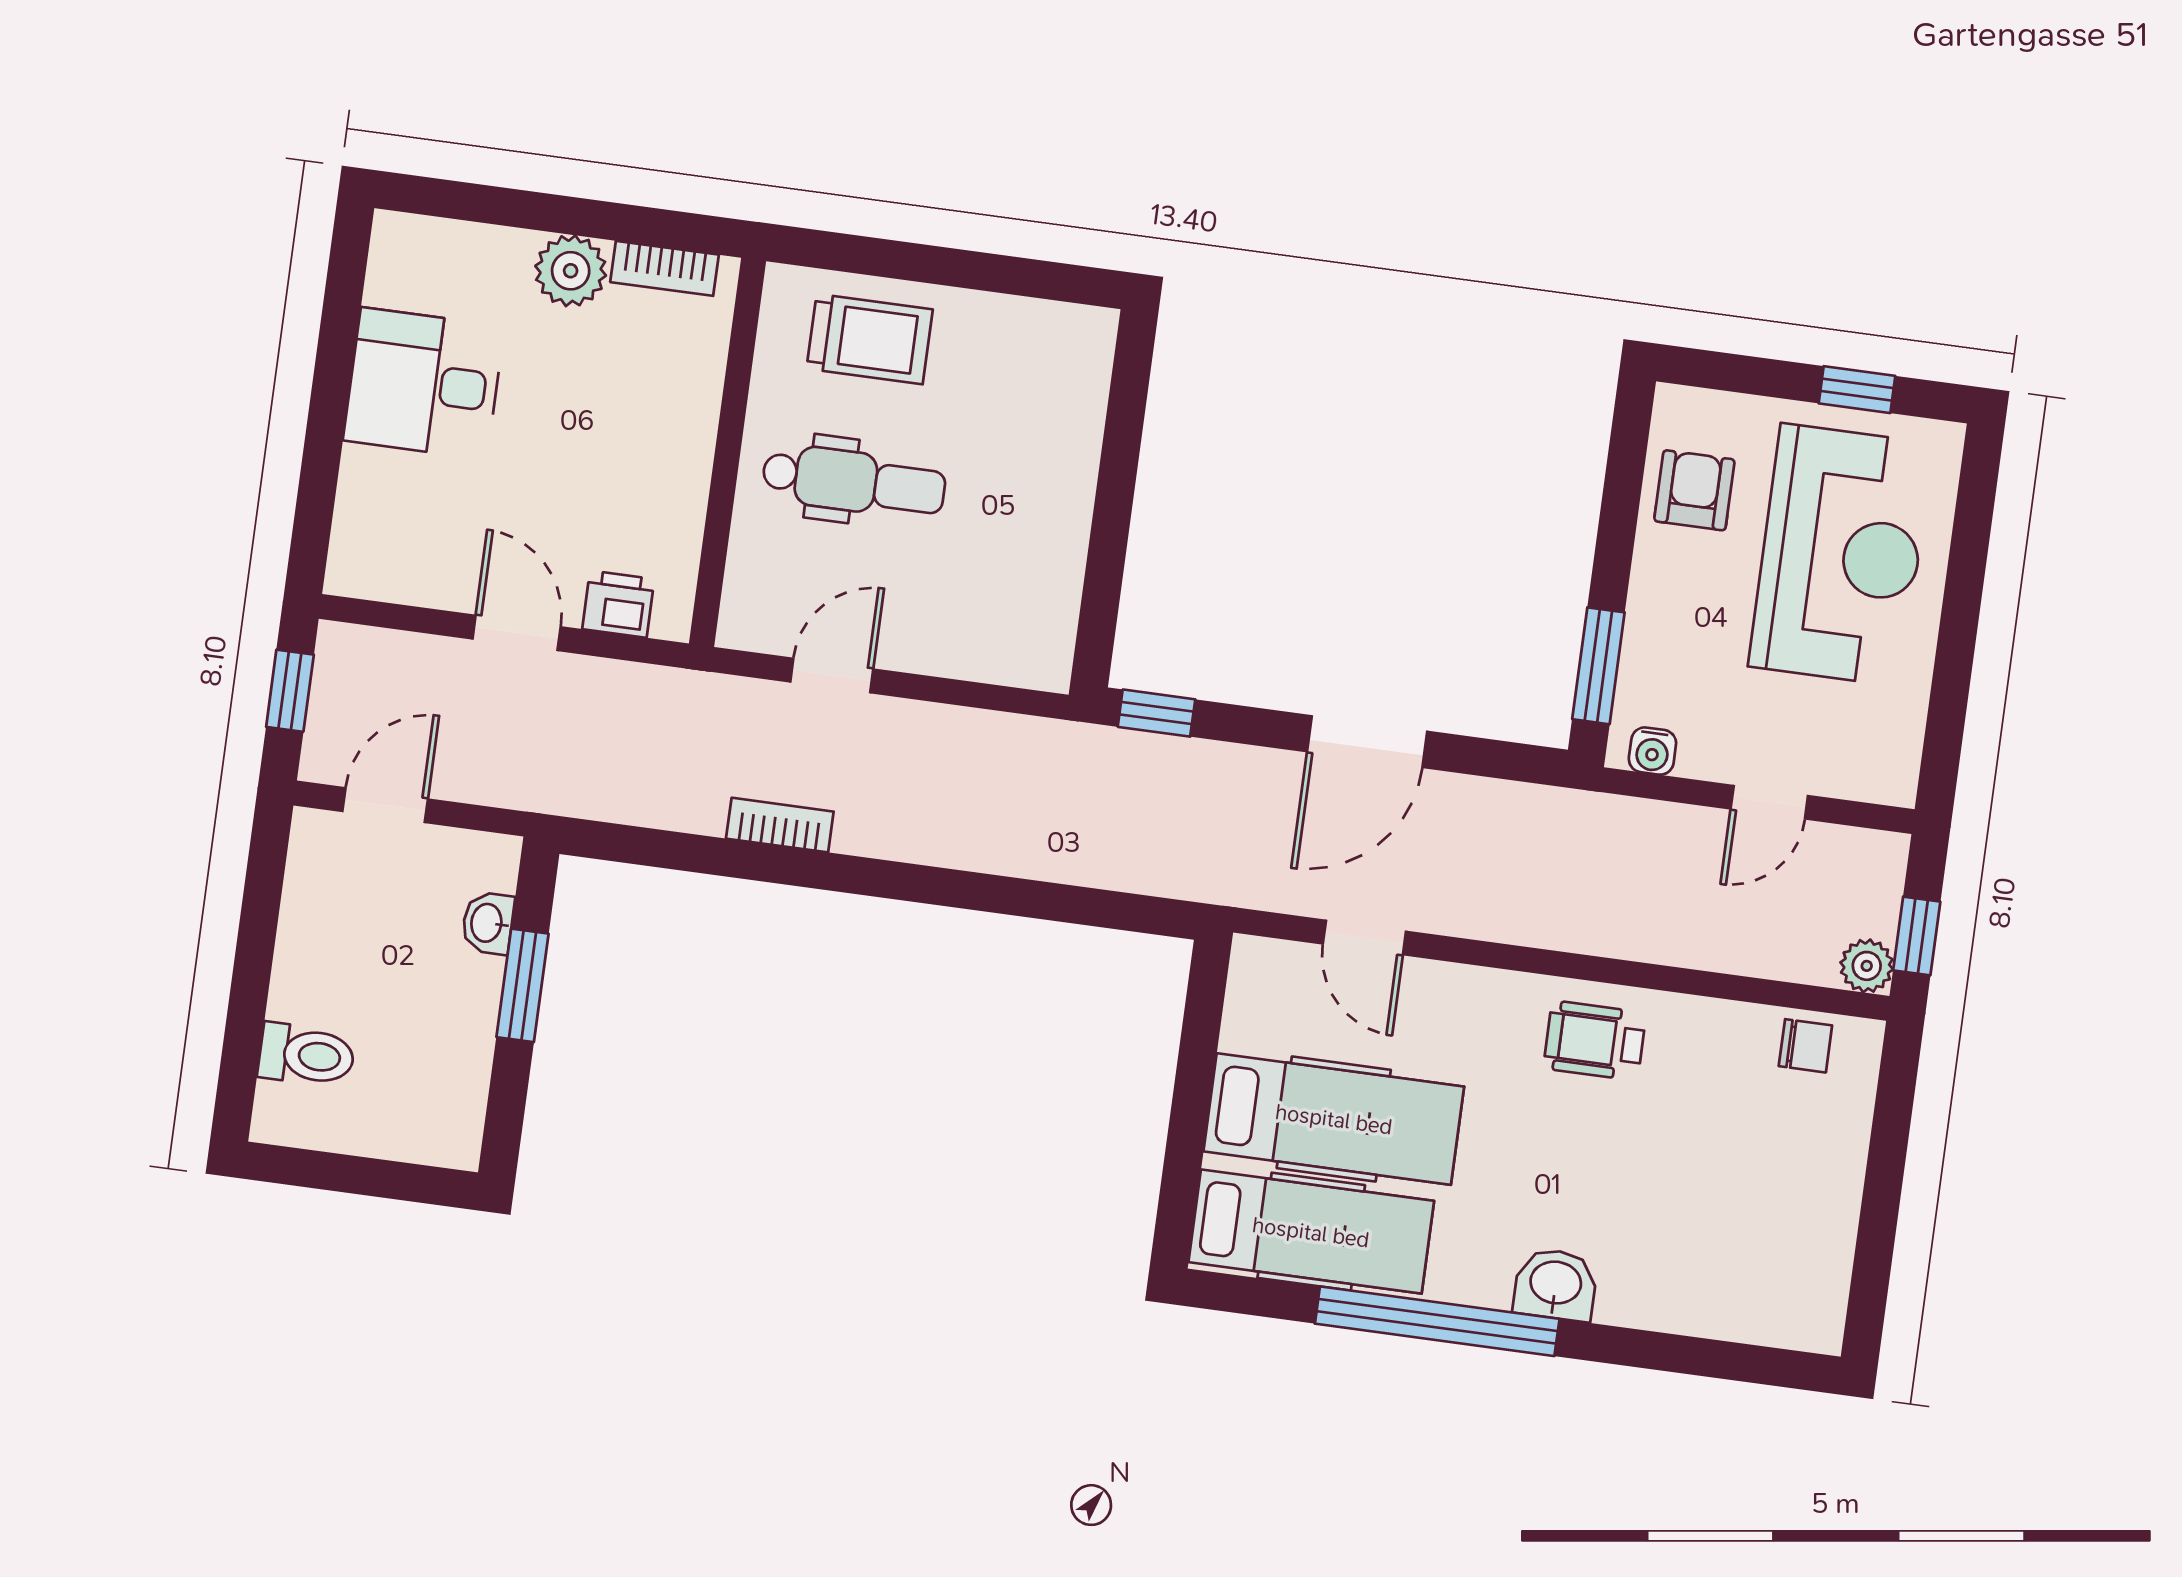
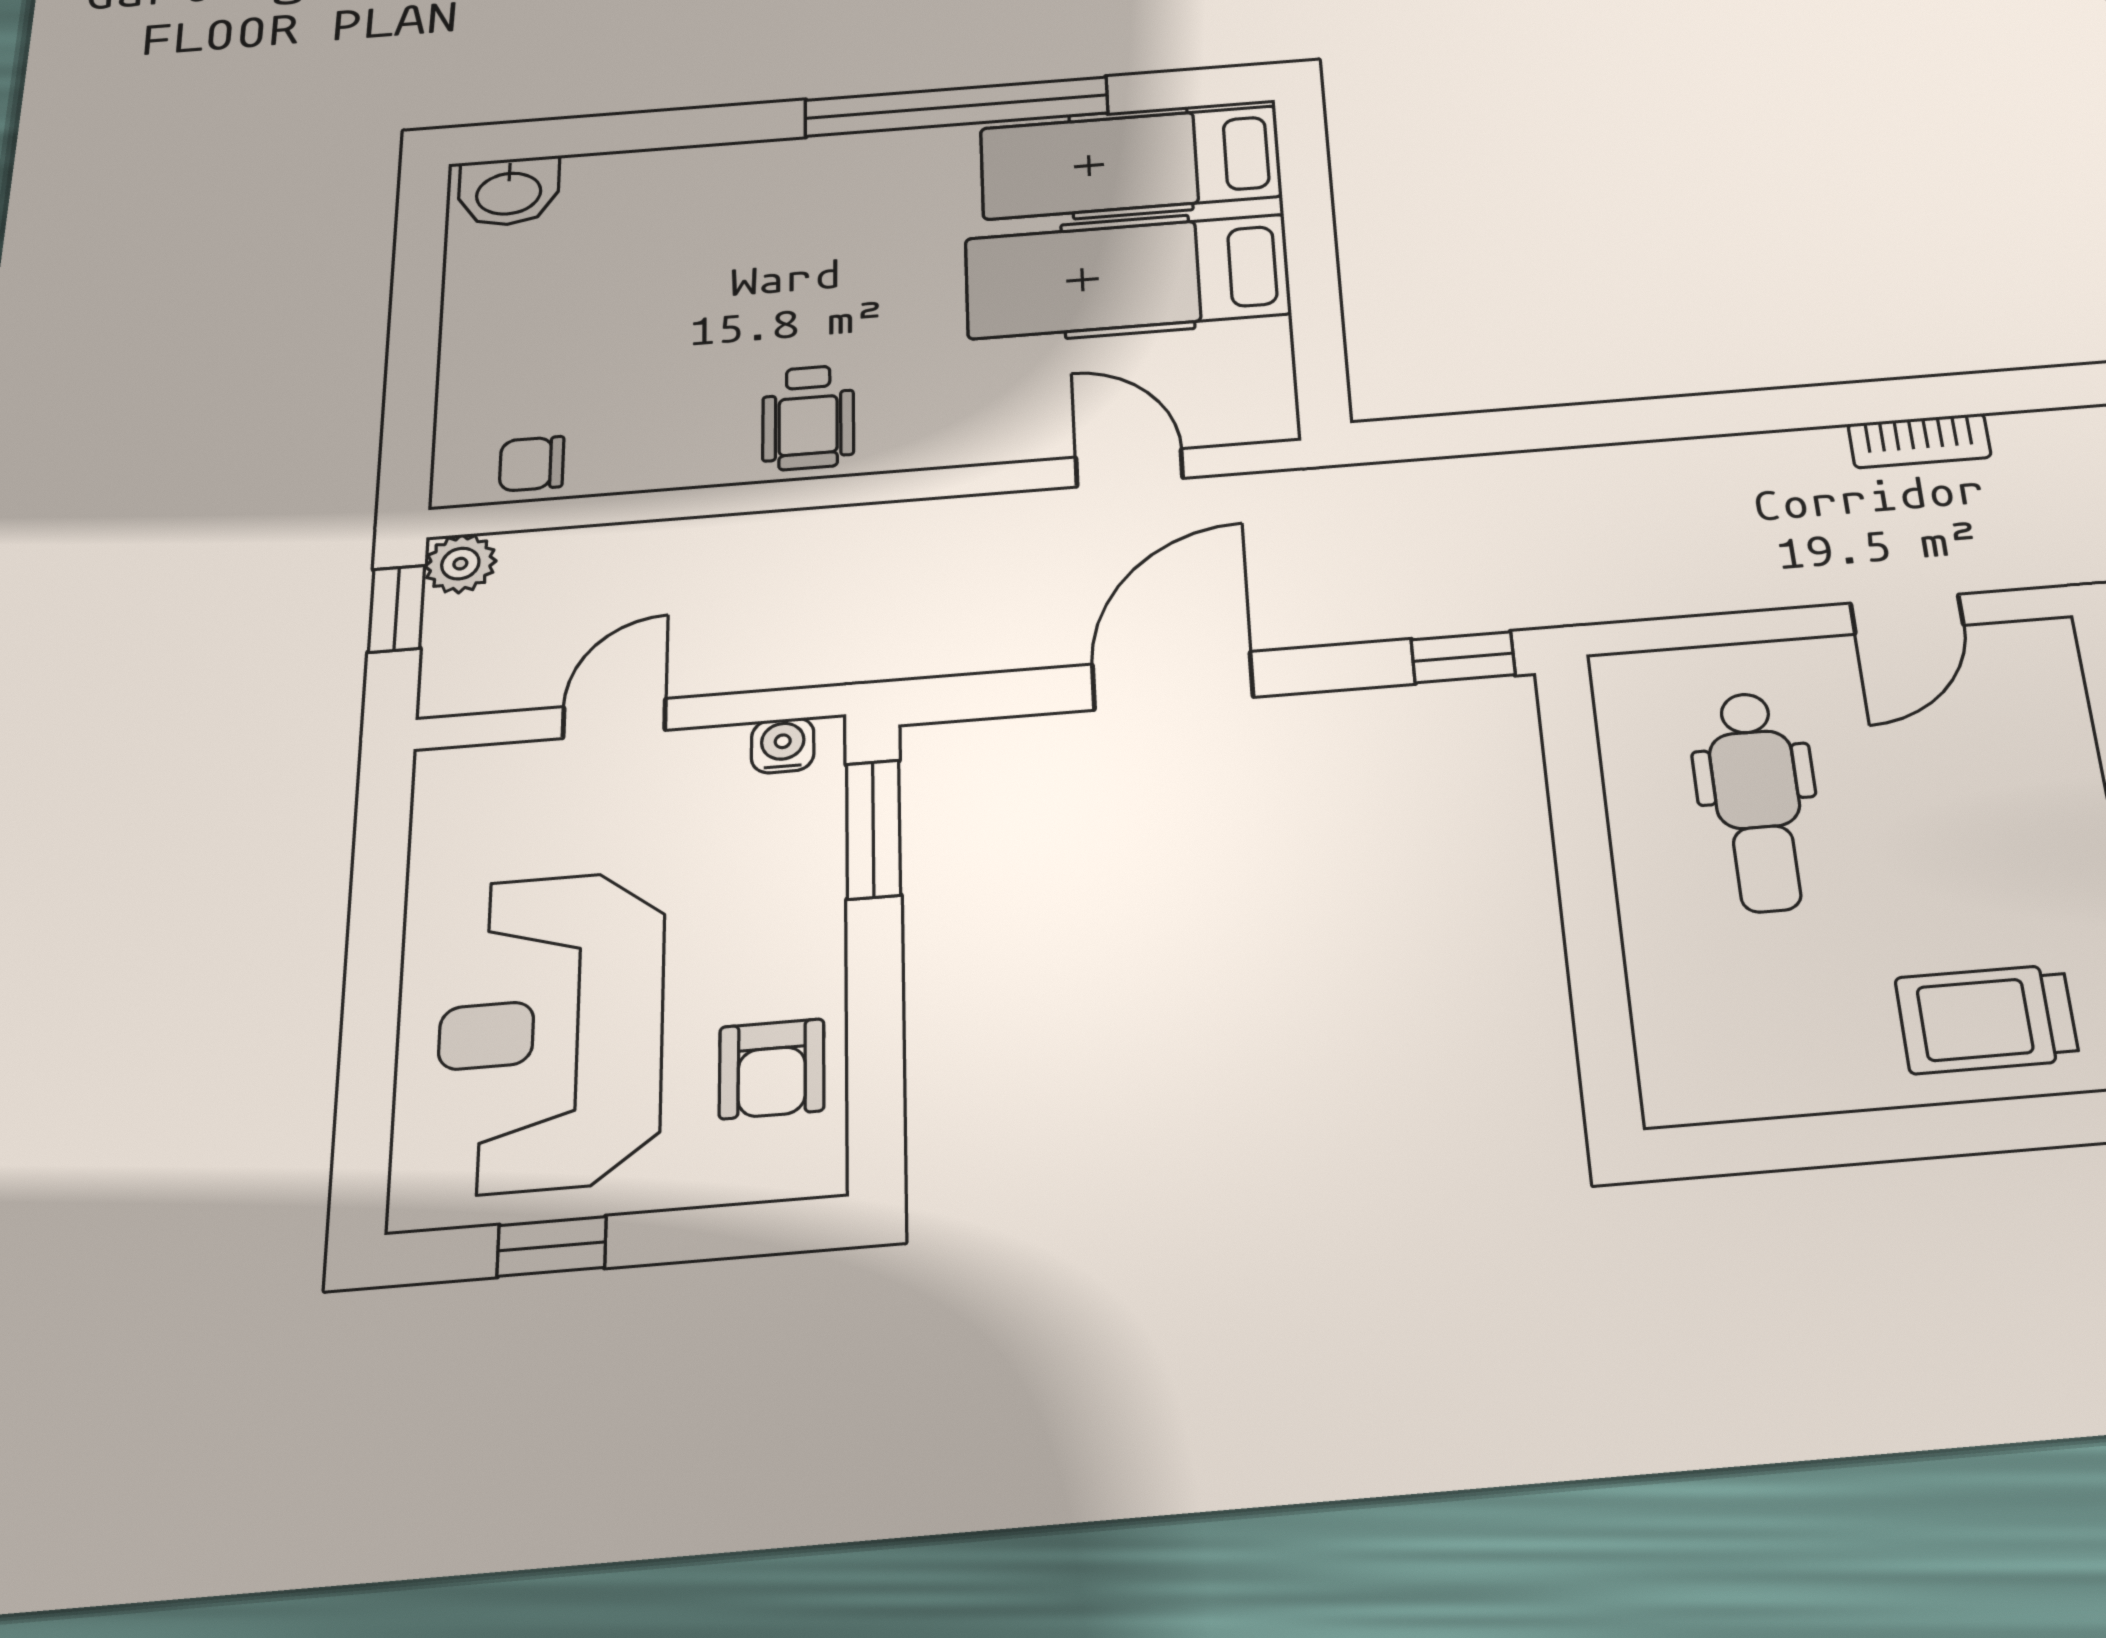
dental chair: (854, 482) -> (1757, 801), moved, turned -90
wheelchair: (1595, 1041) -> (808, 418), turned 90
washbasin: (1555, 1284) -> (509, 192), moved

